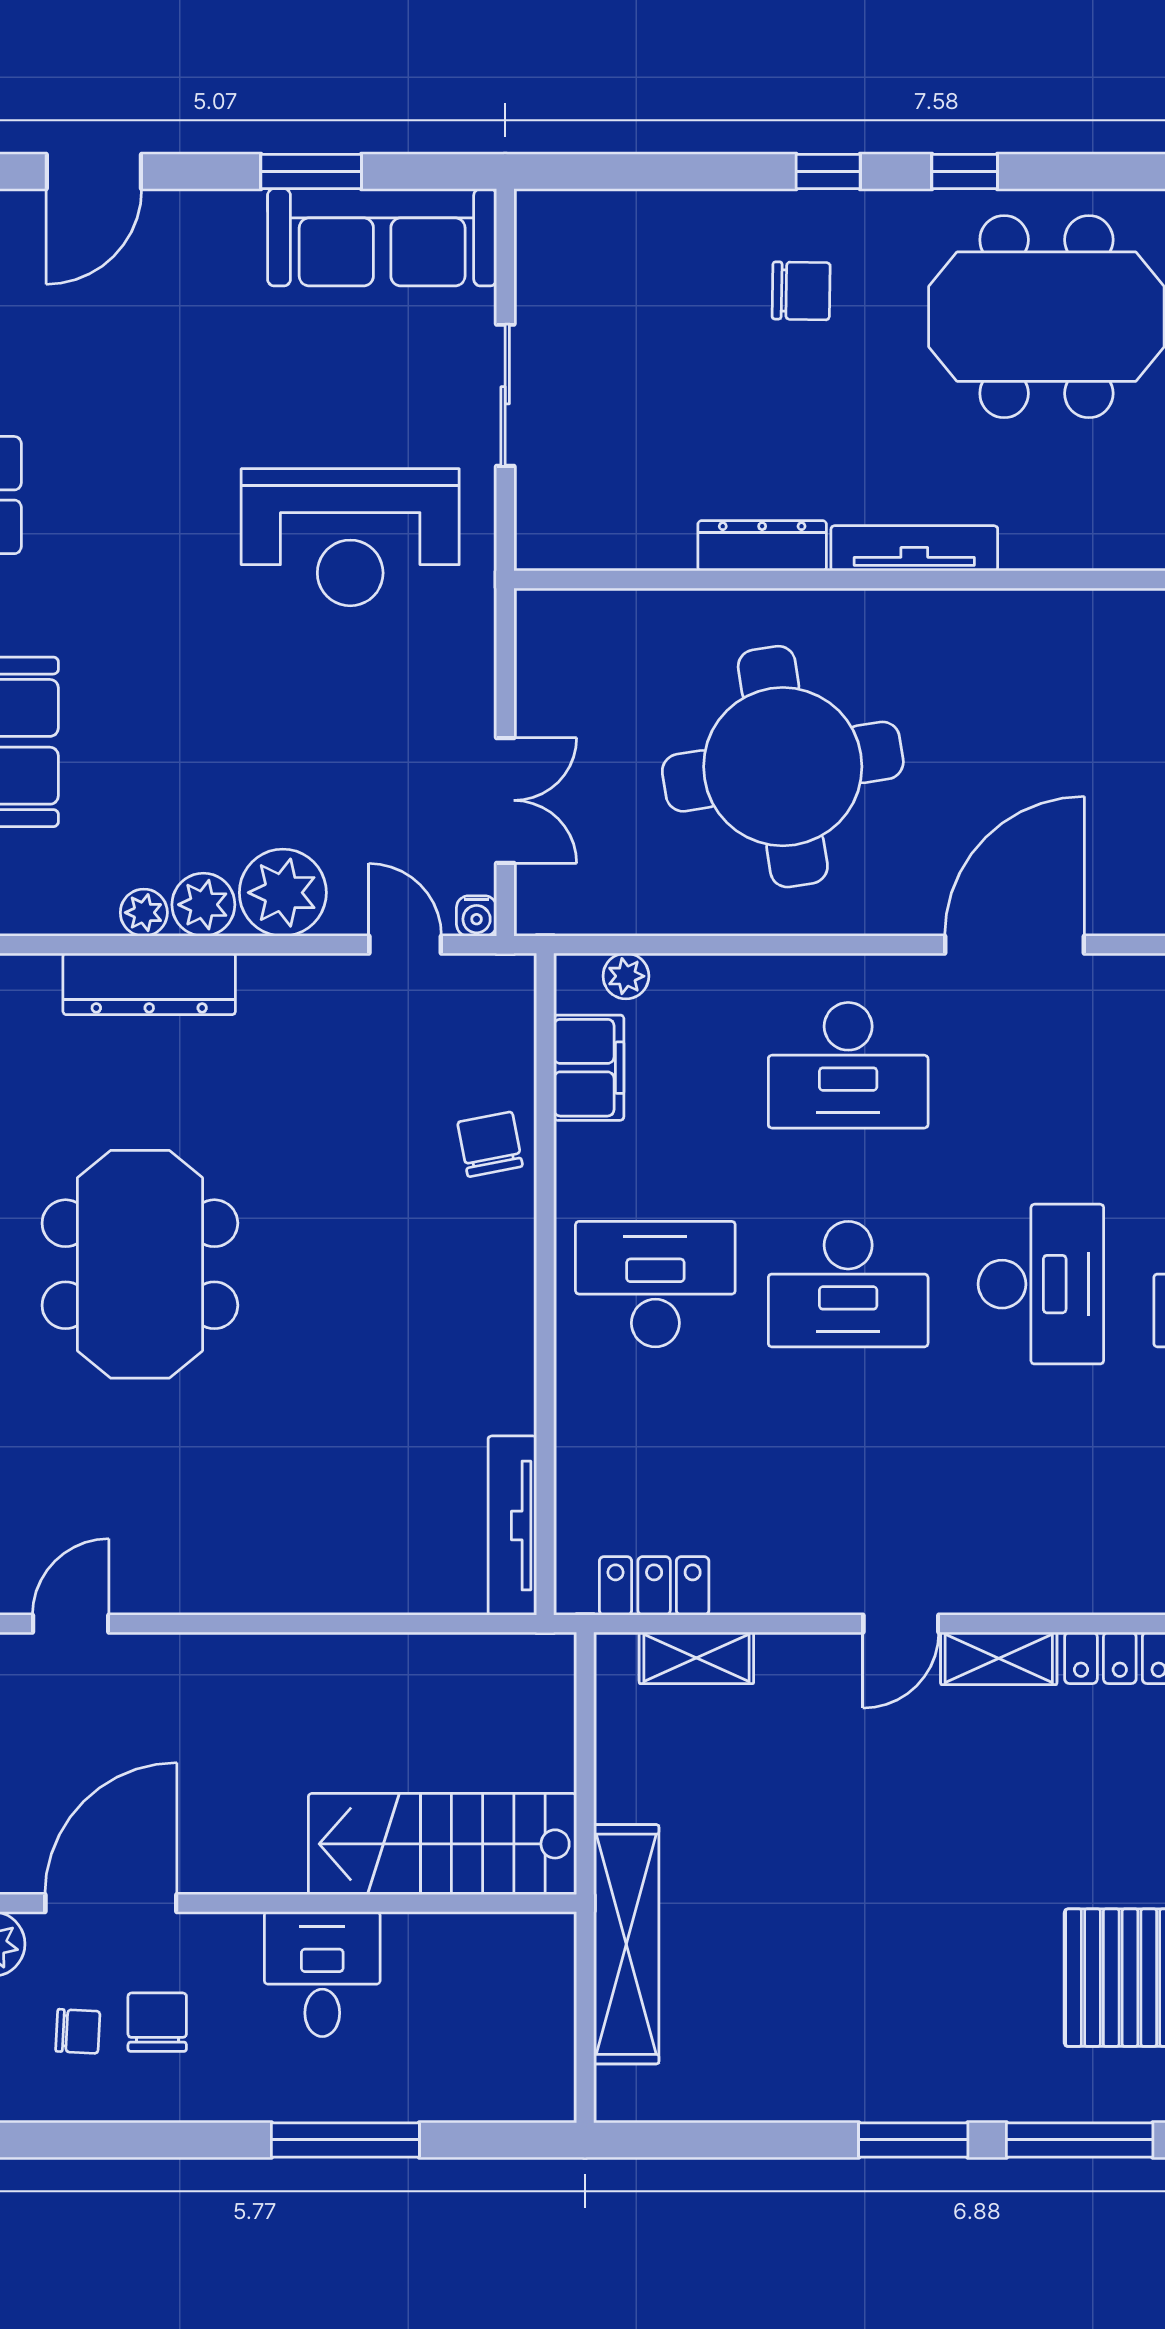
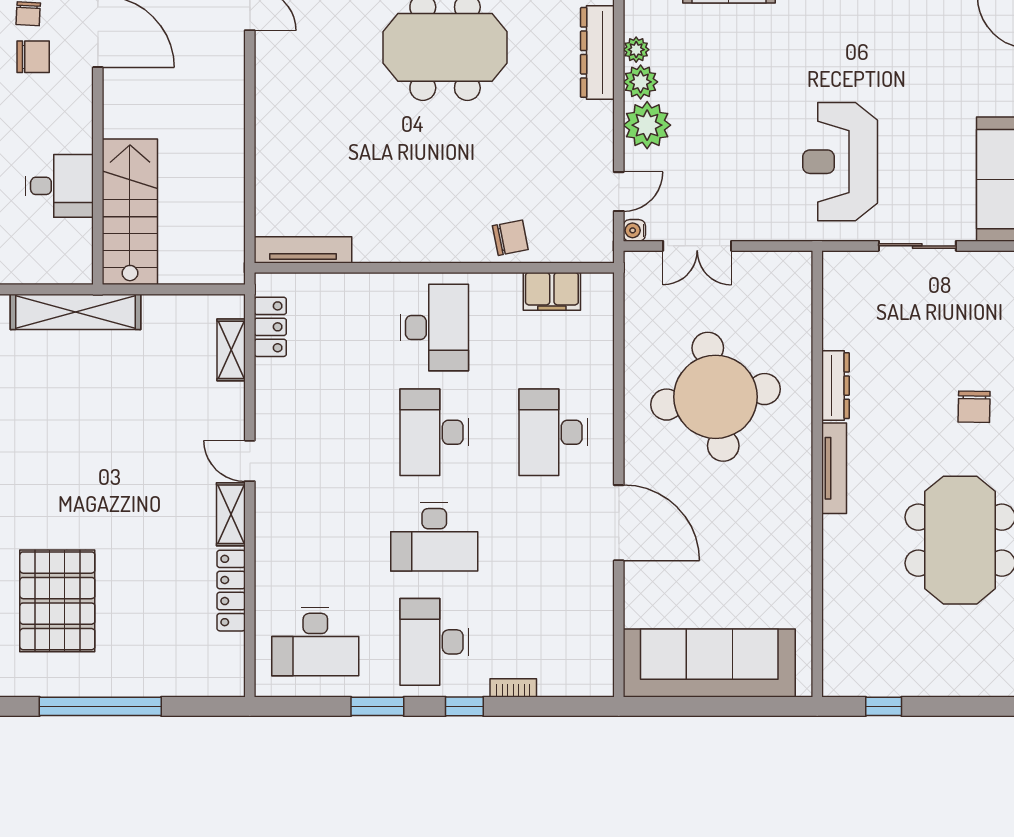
plant: (626, 976) -> (602, 312), removed
desk: (322, 1974) -> (59, 186), moved

